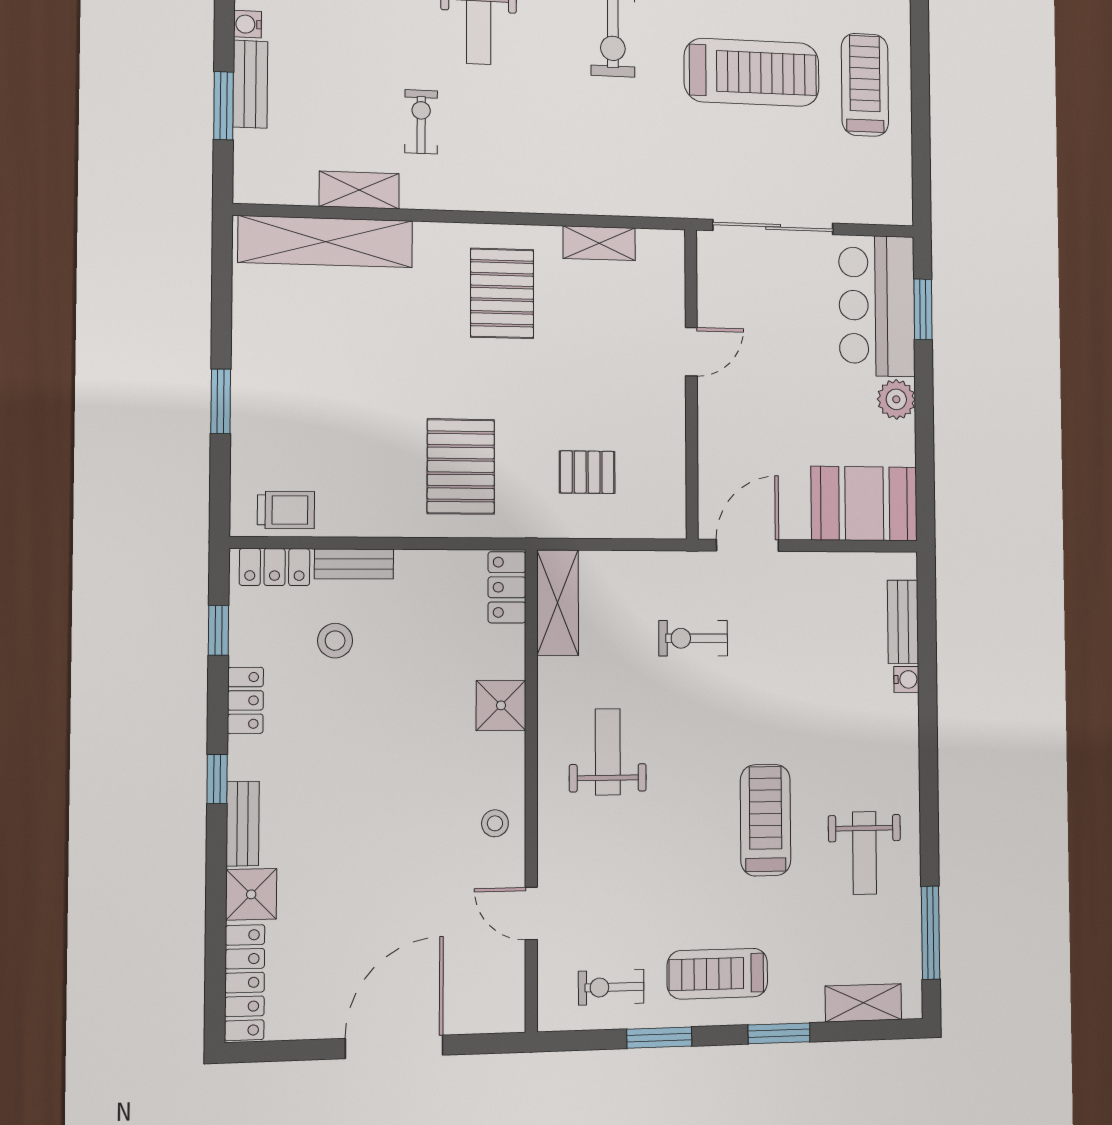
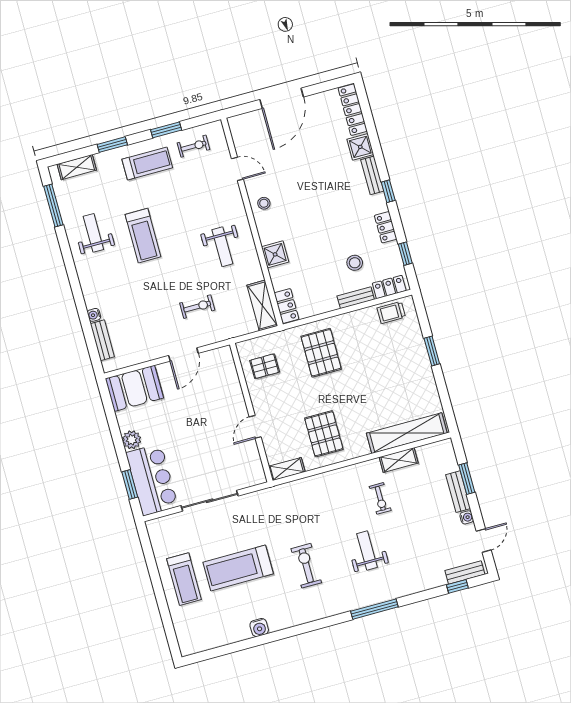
door: (691, 352) -> (255, 427), moved
wall: (691, 384) -> (251, 413), moved

